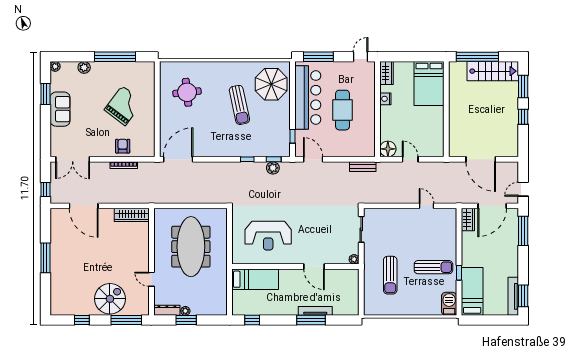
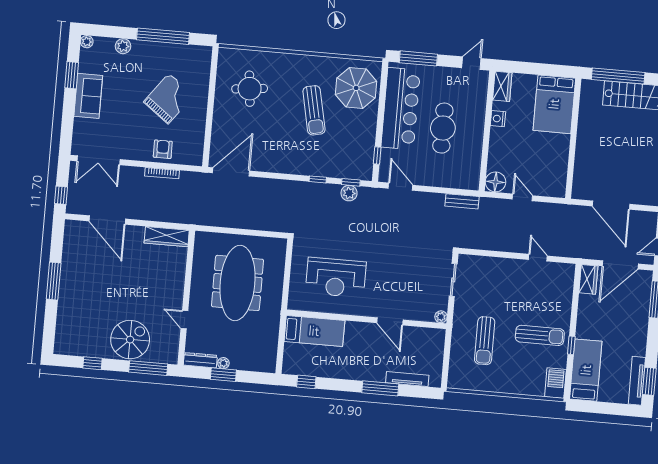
tv unit: (315, 311) -> (407, 379), moved

